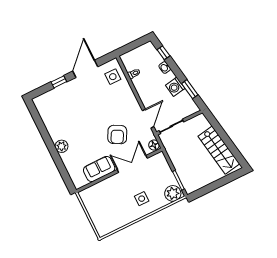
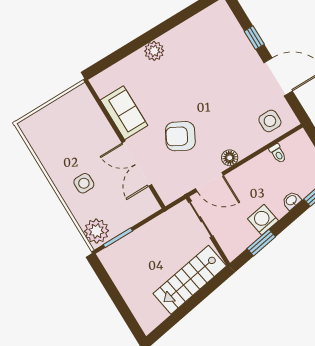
floor lamp: (154, 145) -> (230, 158), moved
stairs: (219, 150) -> (190, 280), moved
double door: (132, 164) -> (137, 164), swing flipped

